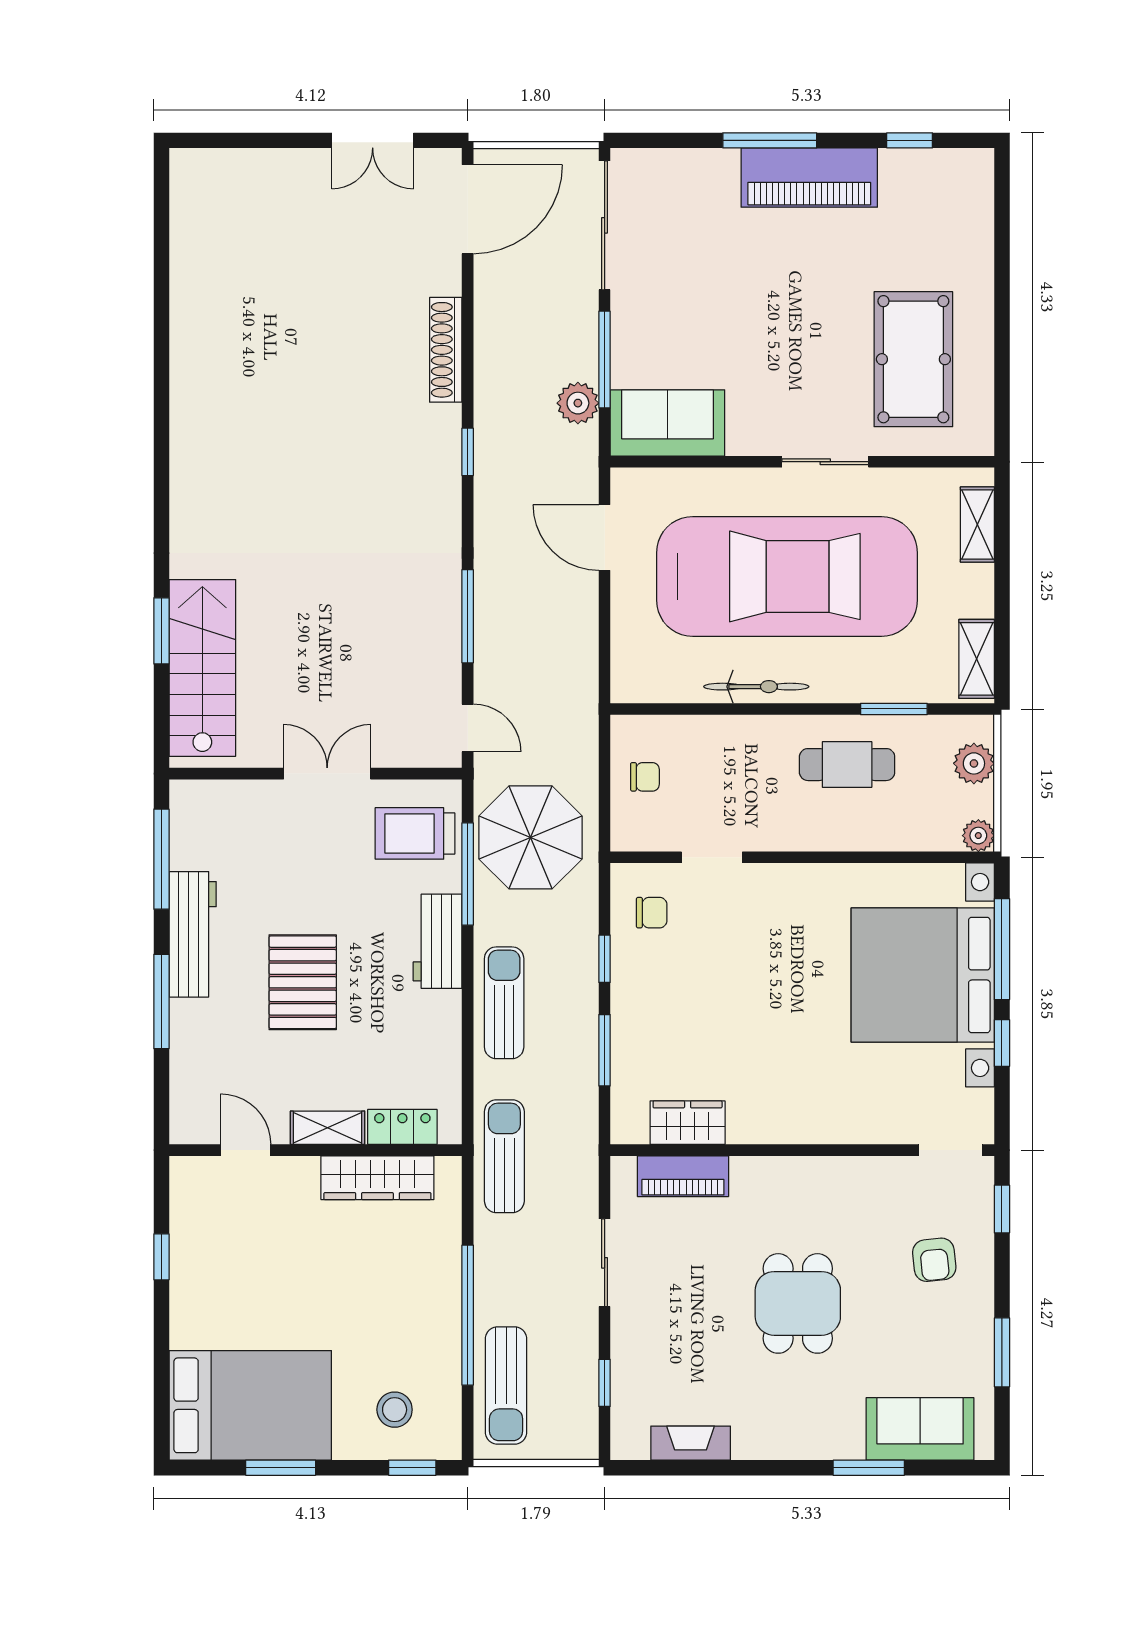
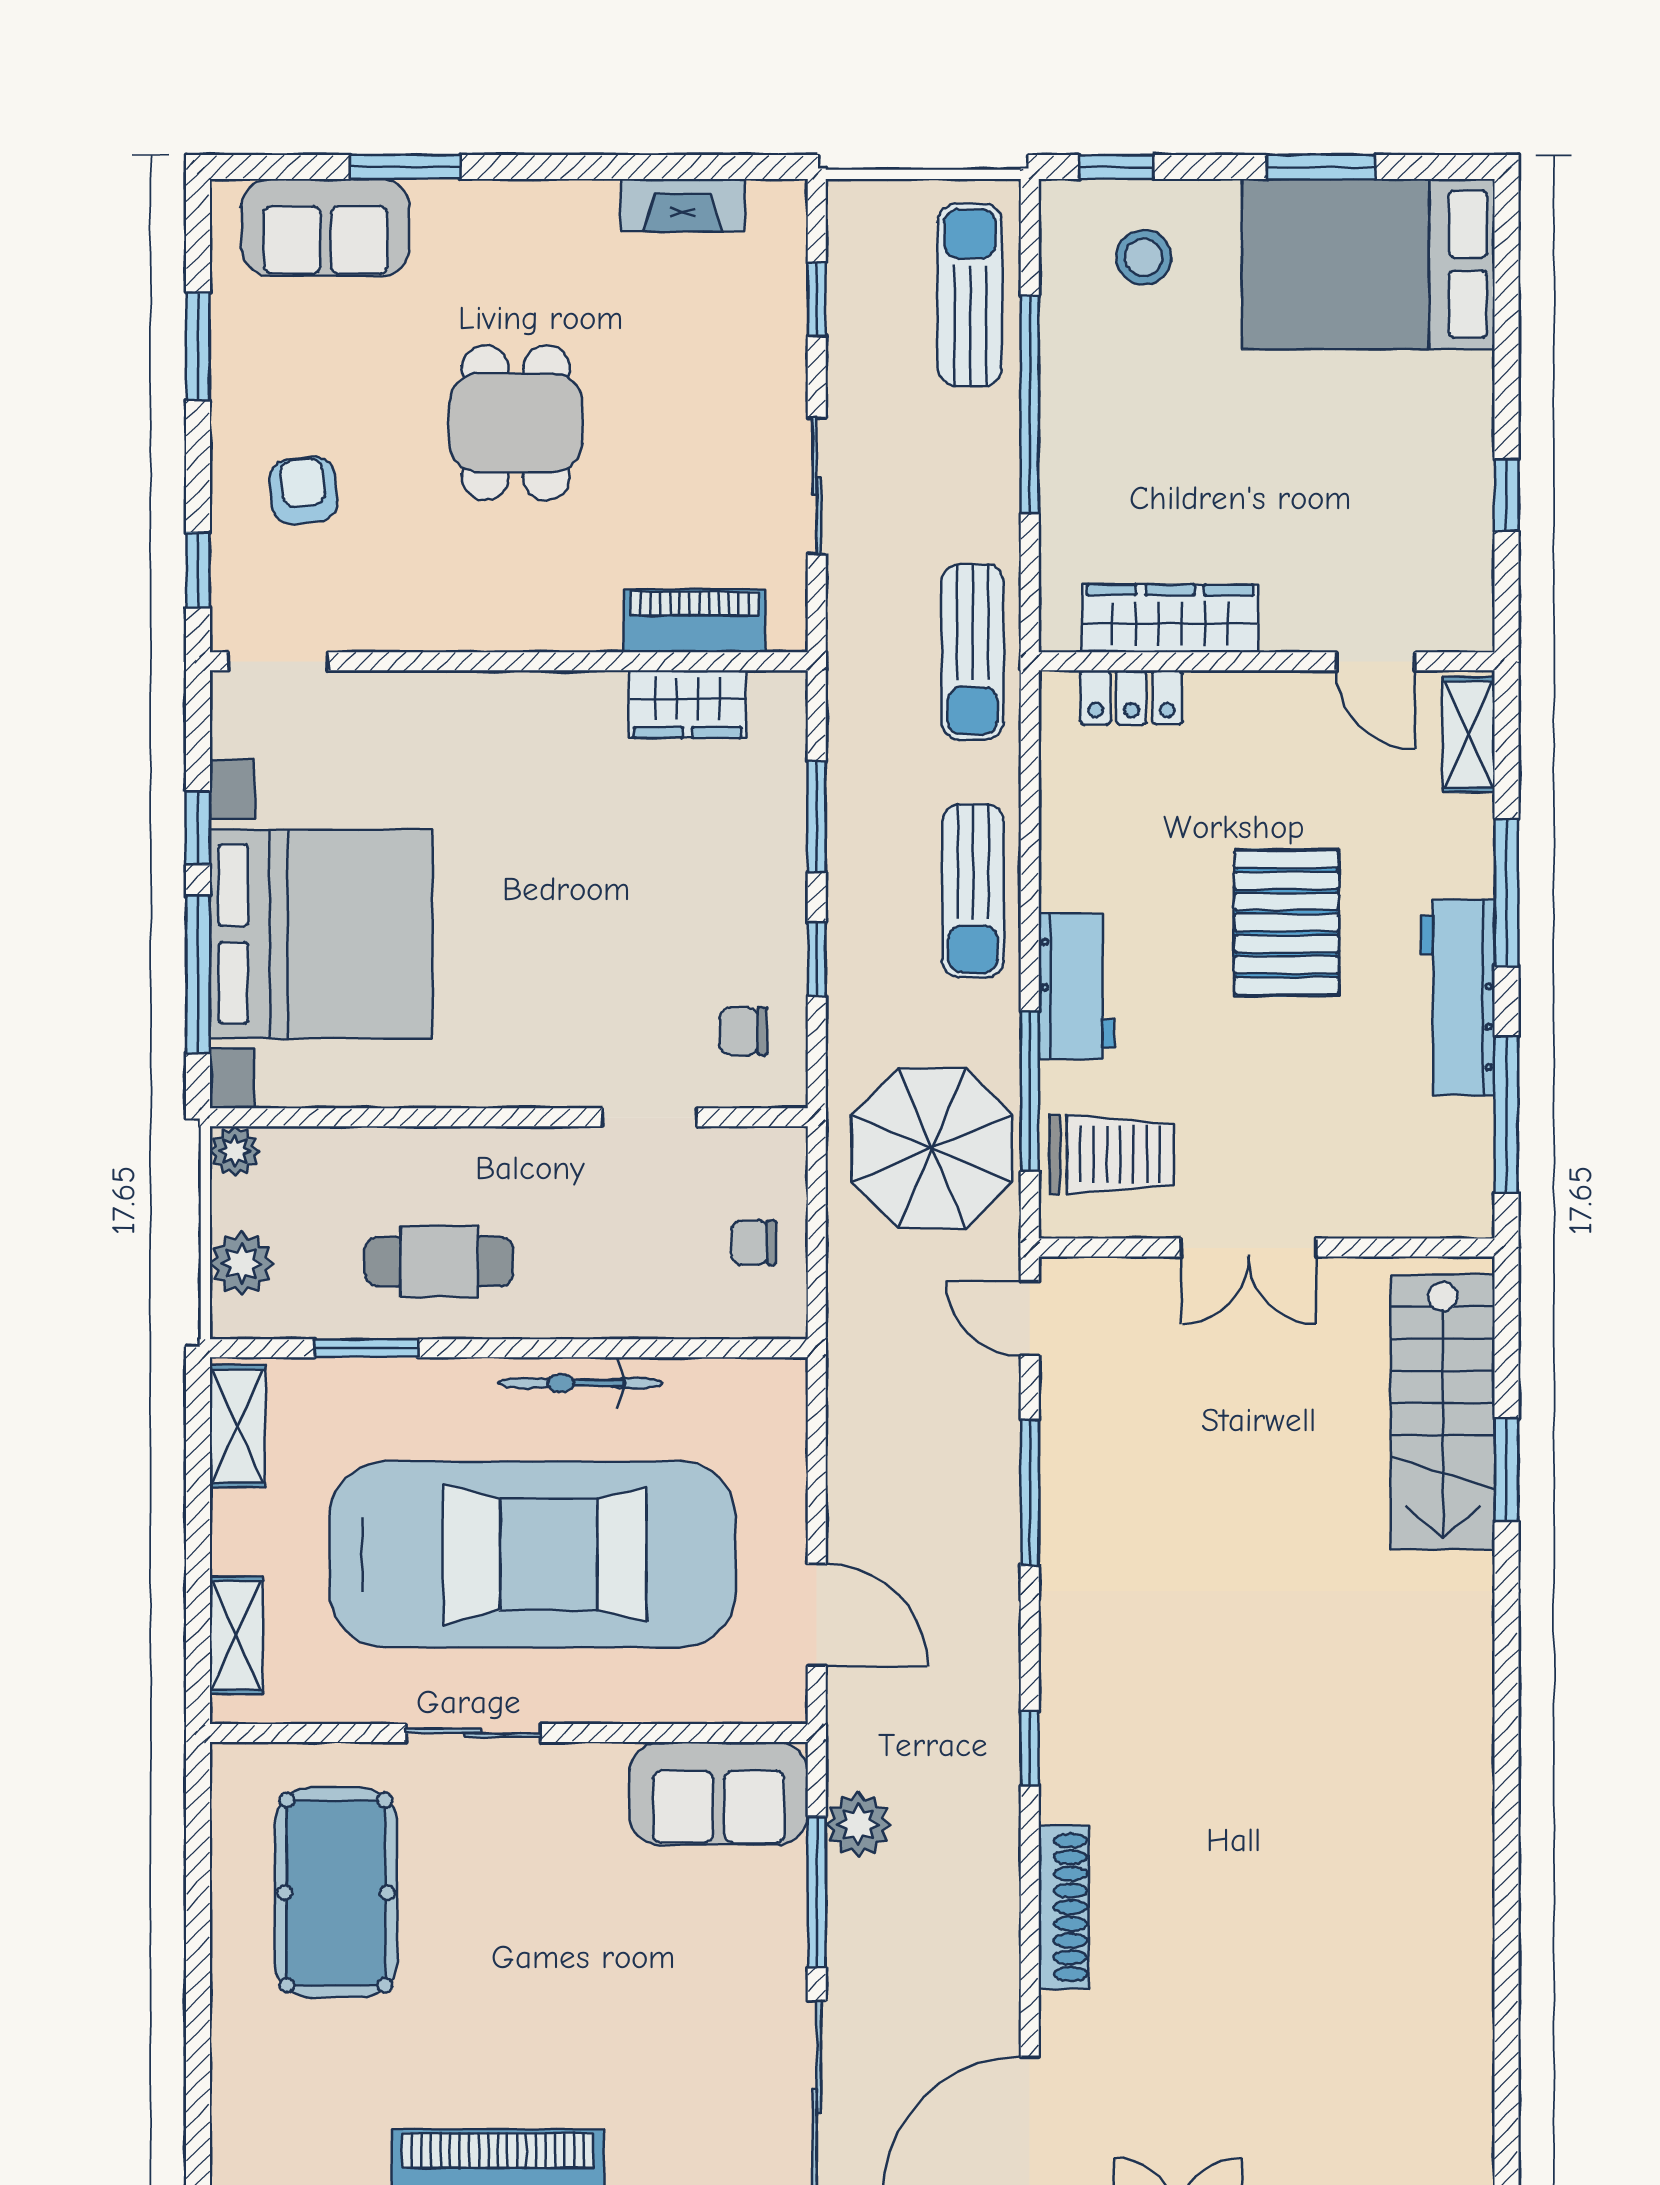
car: (787, 576) -> (533, 1554), turned 180
shelving: (328, 1128) -> (1469, 735), moved, turned 90

